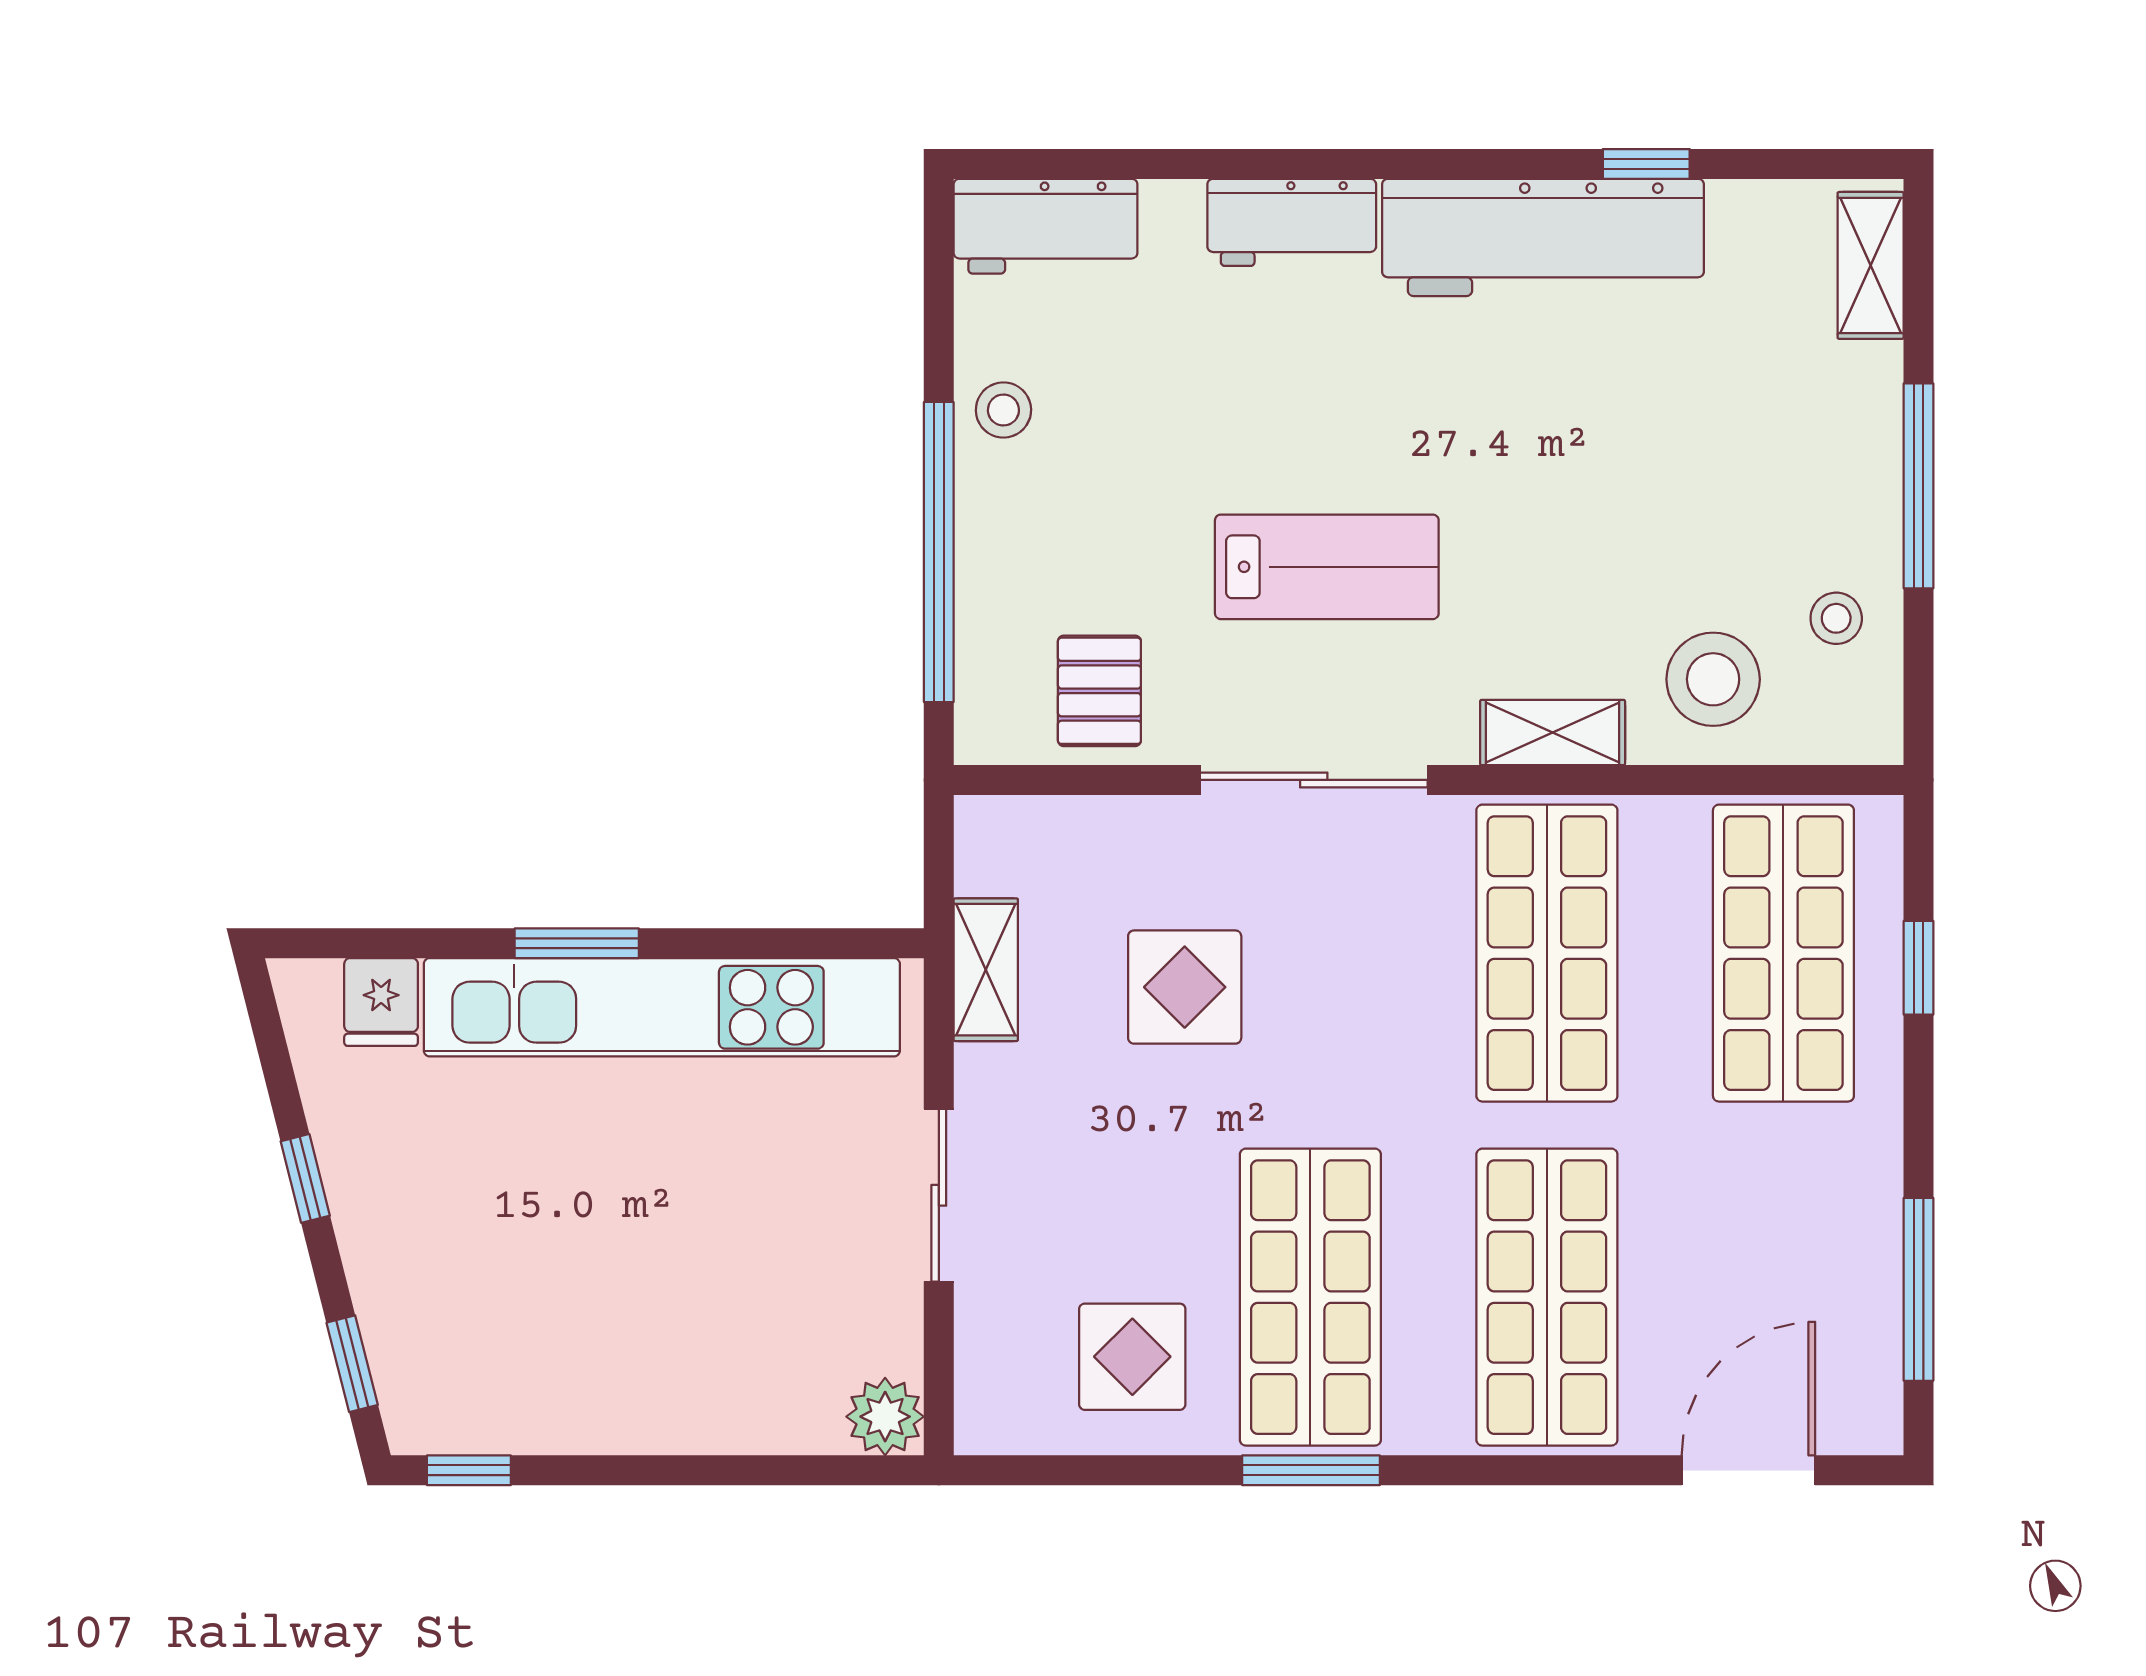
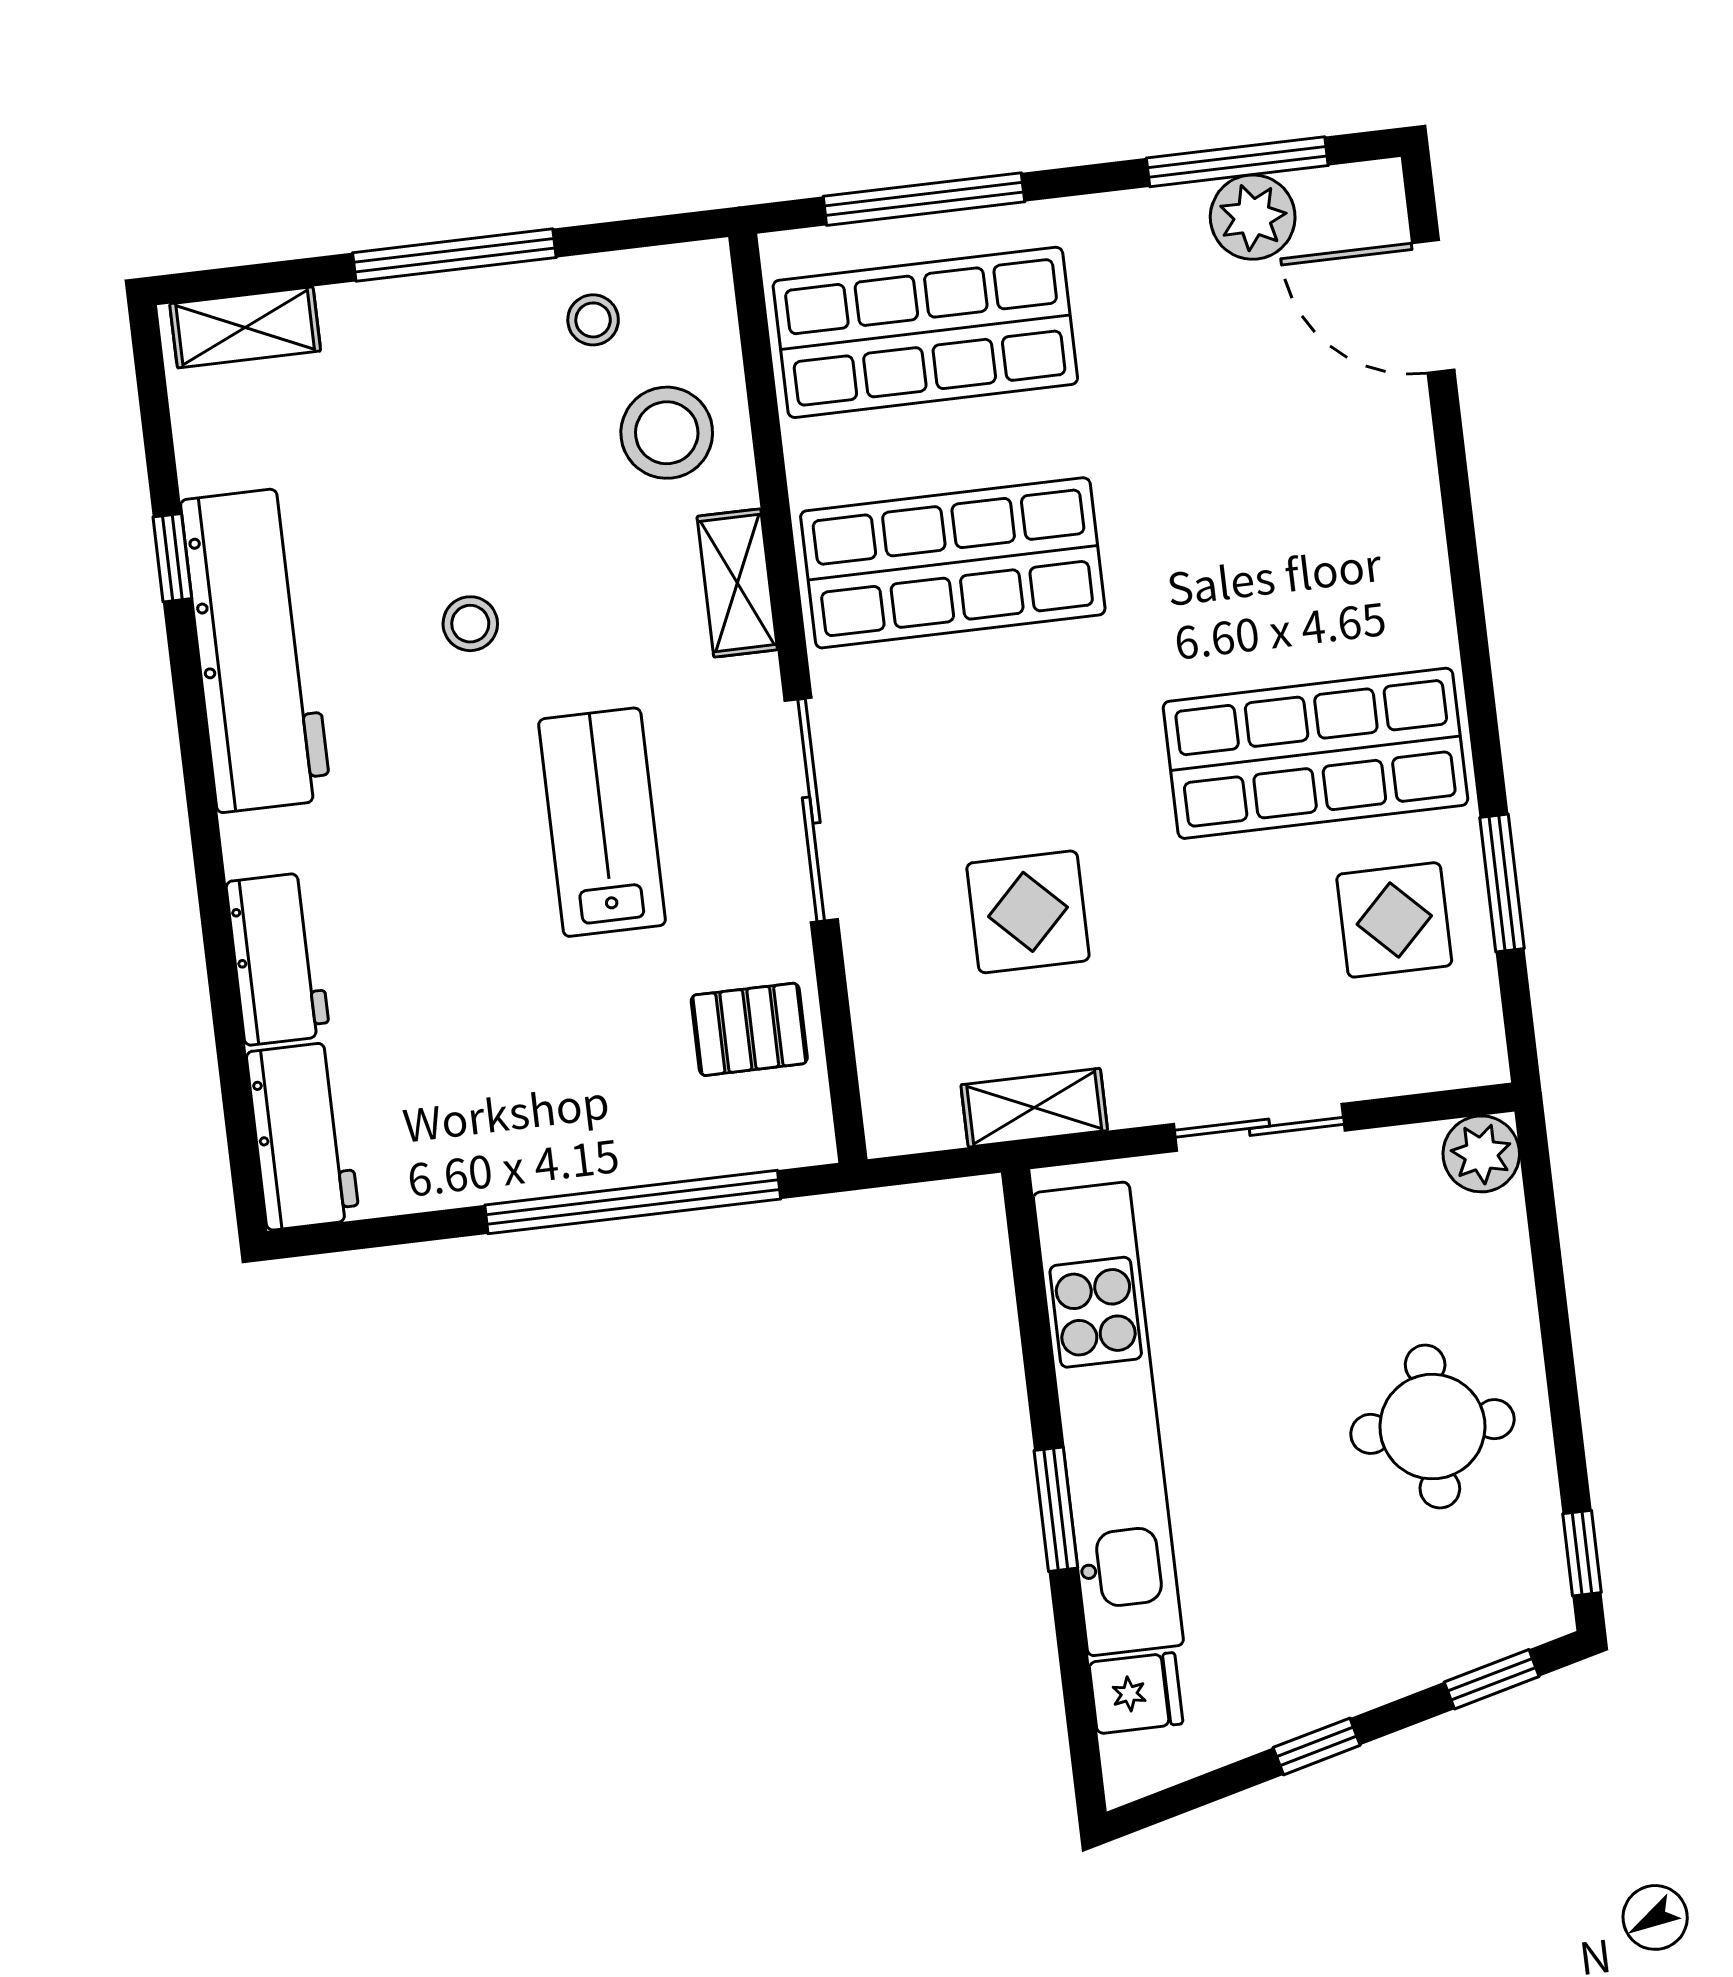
workbench: (1292, 222) -> (278, 959), moved
stool: (1003, 410) -> (470, 624), moved
window: (1919, 968) -> (924, 199), width x2.17
shop shelf: (1547, 1297) -> (1288, 523), removed
plant: (1861, 1298) -> (1253, 217), added
round table: (615, 1334) -> (1432, 1427), added
window: (1311, 1470) -> (1502, 883), moved

